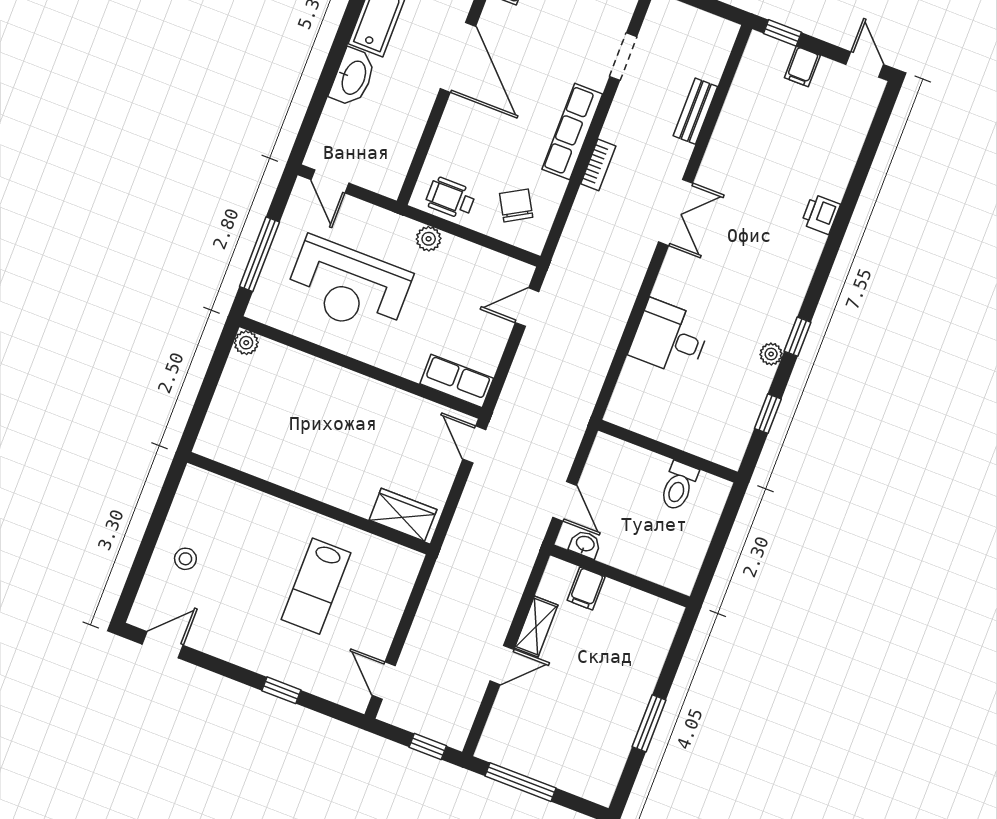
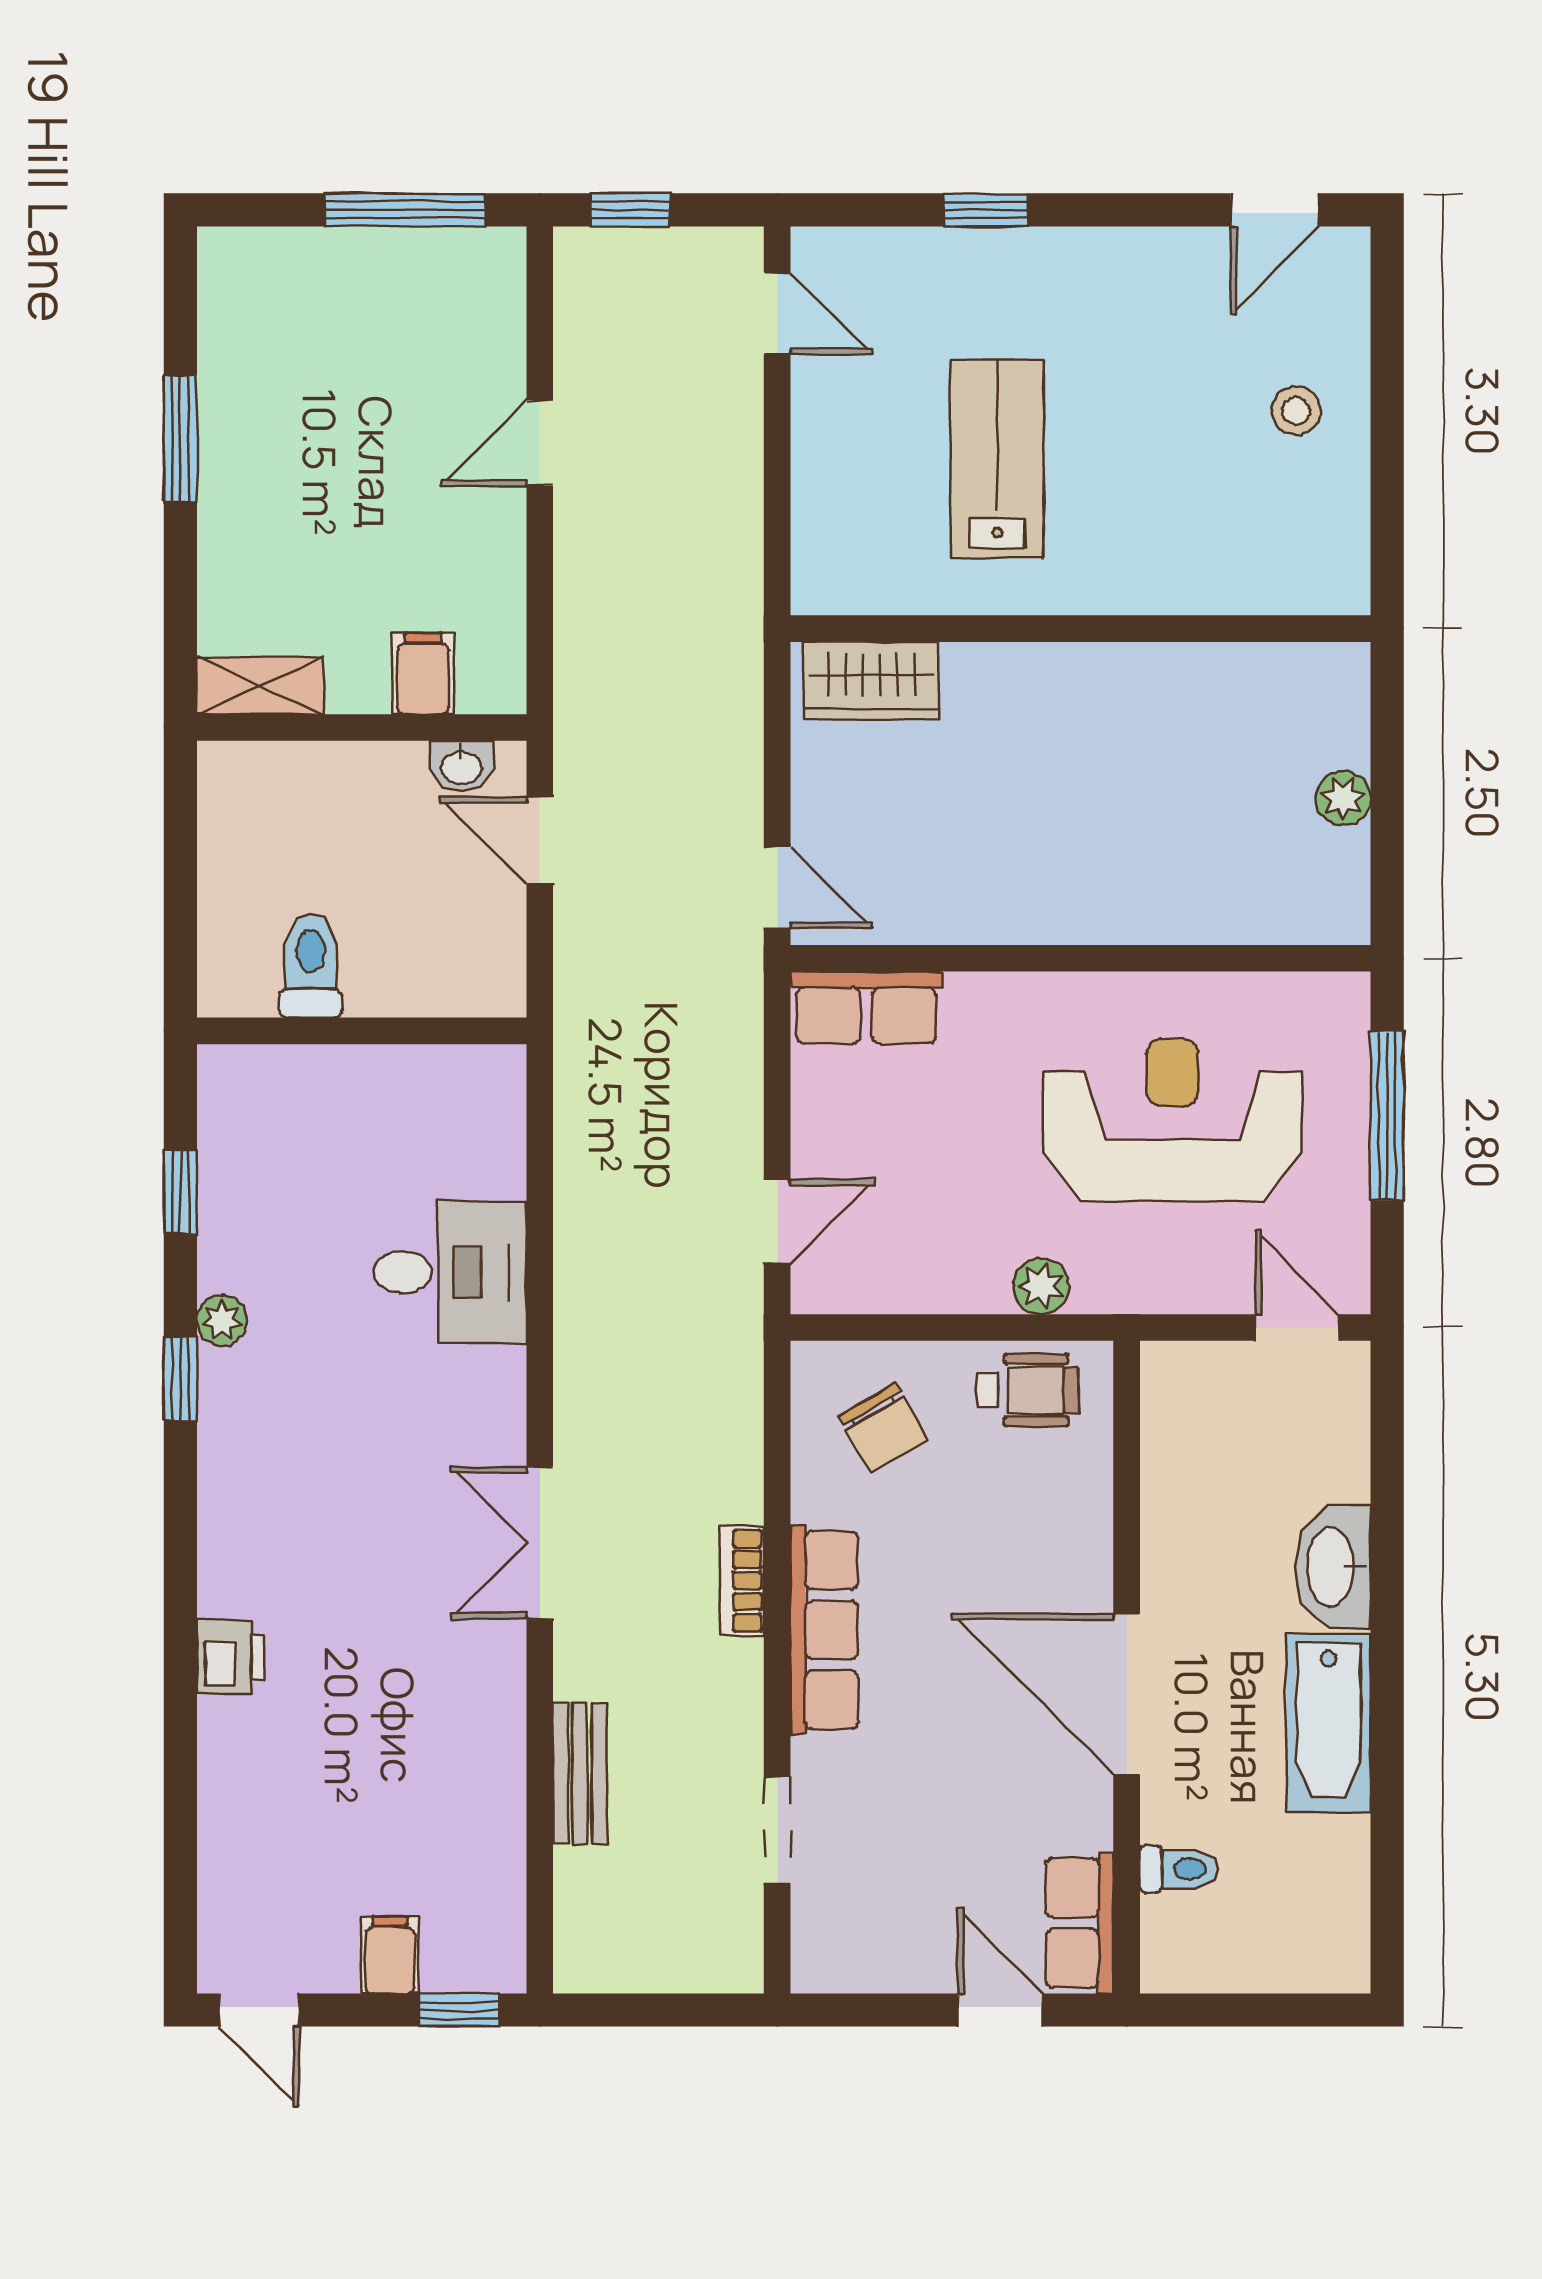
plant: (246, 343) -> (1343, 798), moved
shelving: (536, 627) -> (260, 686), moved, turned 90

